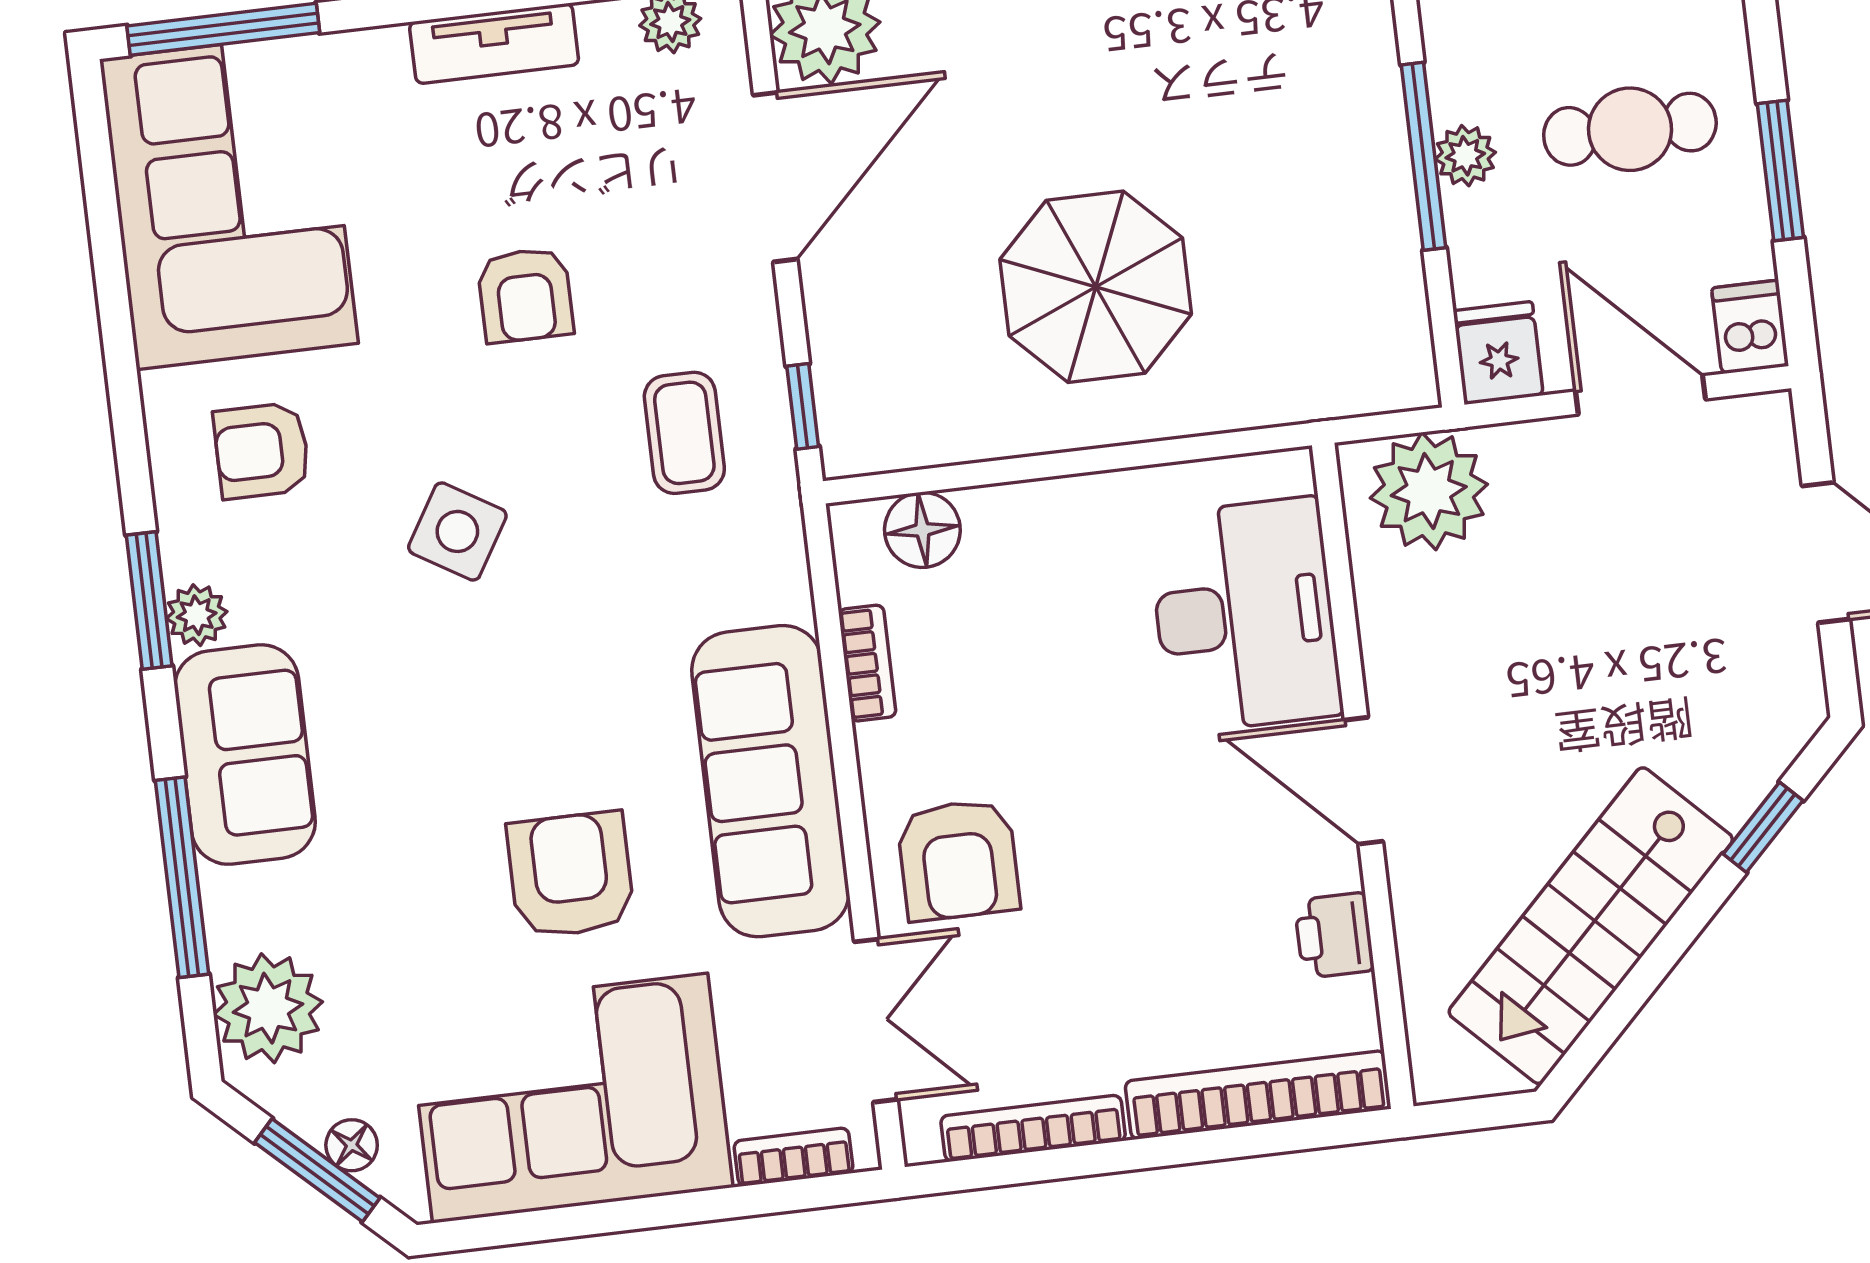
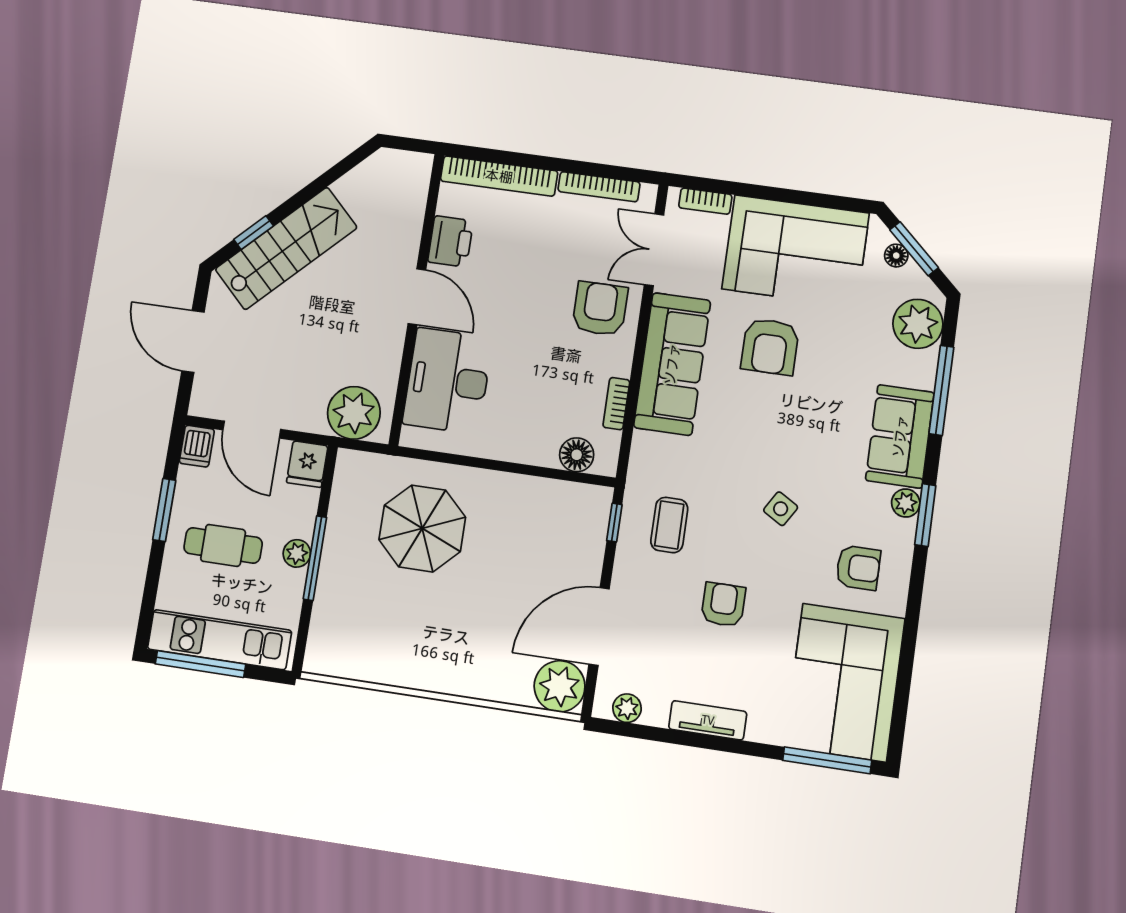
parasol: (1096, 287) -> (422, 528), moved
side table: (457, 531) -> (781, 509), width x0.73, depth x0.73
stairs: (1591, 926) -> (286, 248), moved
printer: (1334, 935) -> (451, 241), width x1.36, depth x1.24

